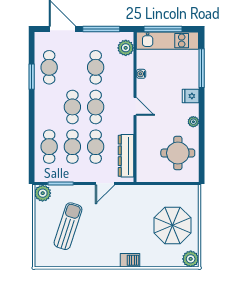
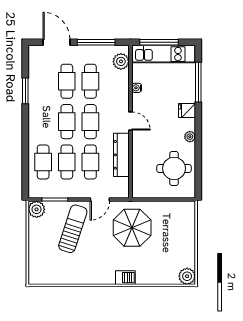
cafe table: (49, 67) -> (67, 81), moved
dresser: (126, 156) -> (121, 155), moved
parasol: (173, 225) -> (132, 228), moved
sun lounger: (68, 226) -> (73, 229), moved

